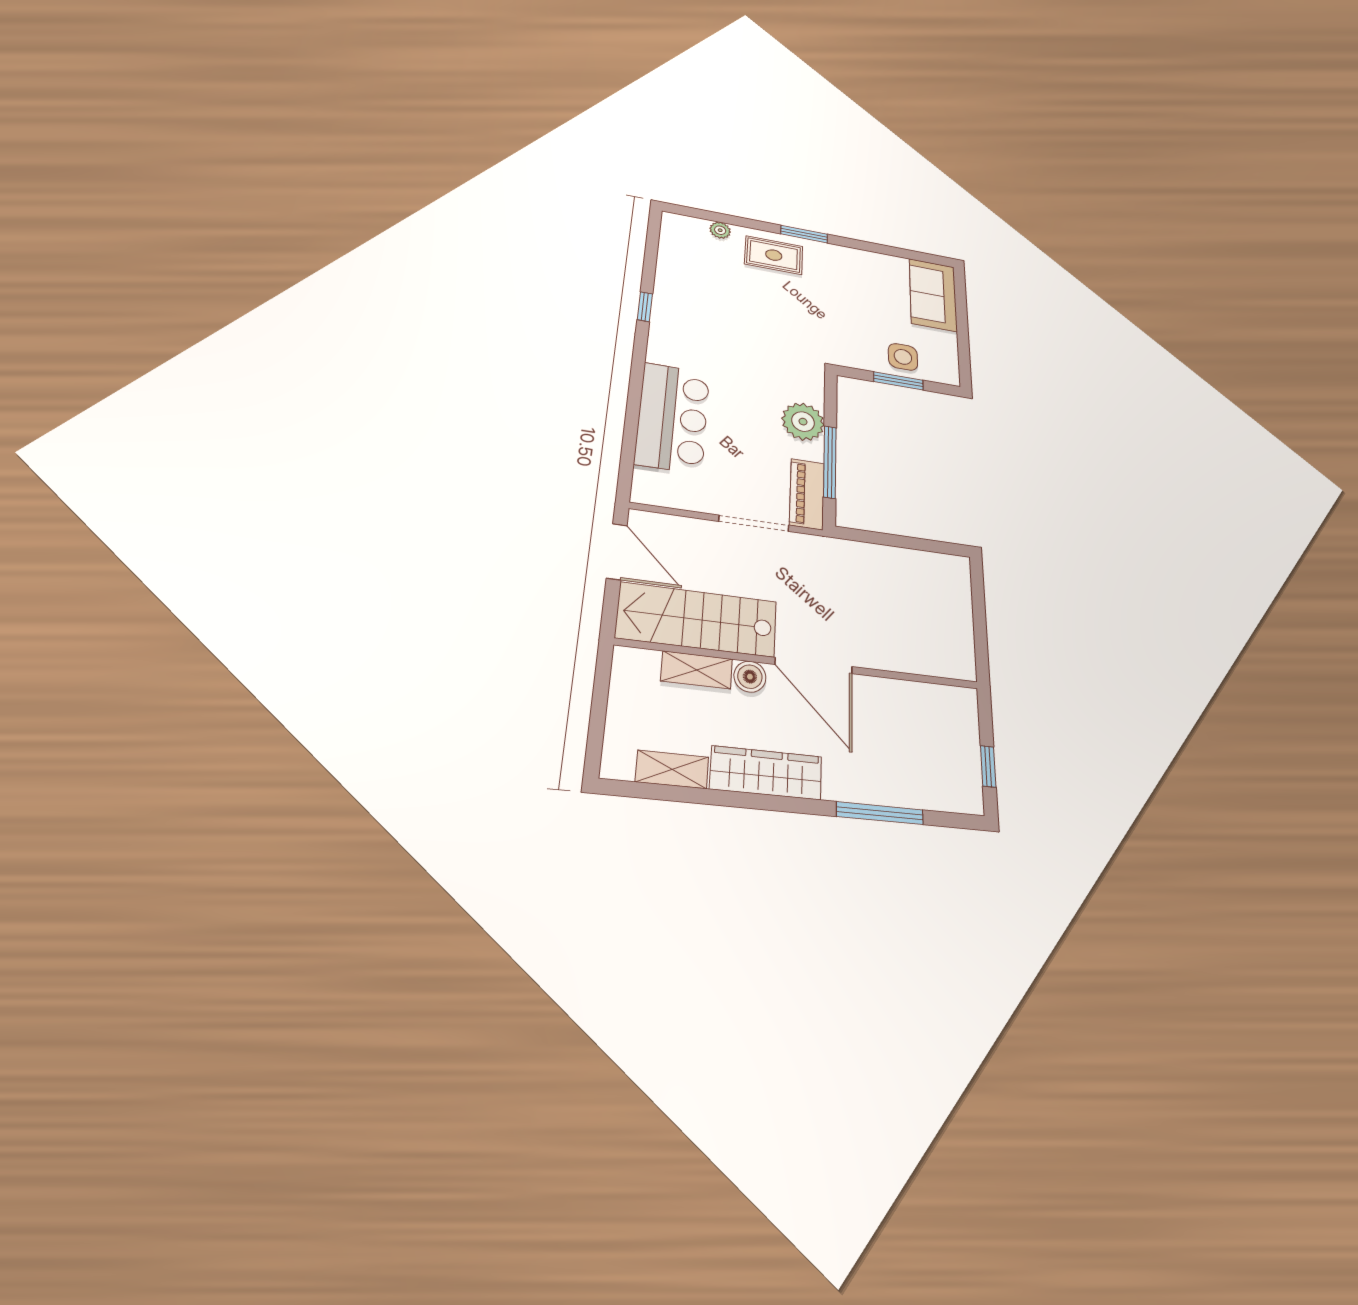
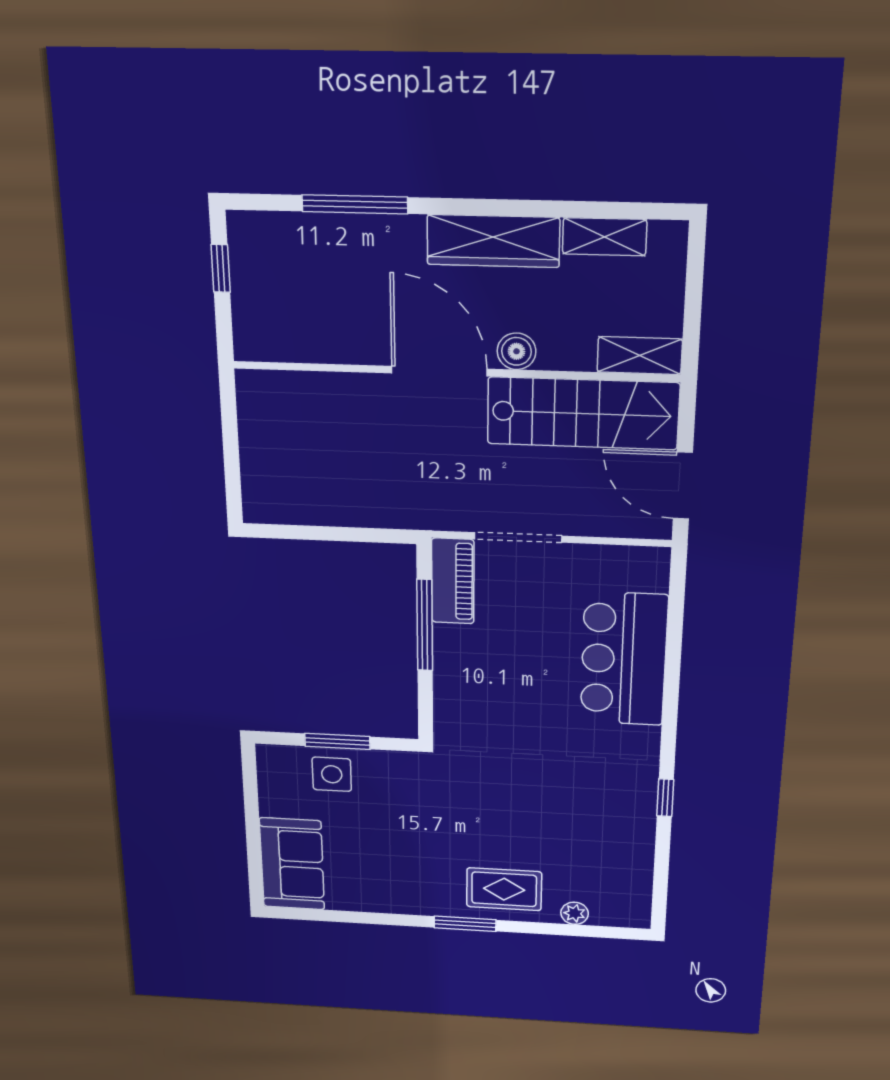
plant: (803, 422) -> (460, 673), removed
shelving: (697, 670) -> (640, 356), moved

